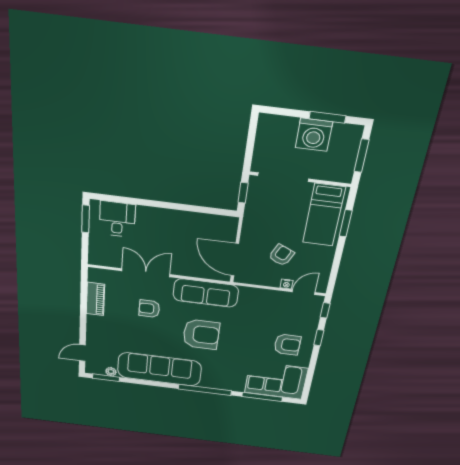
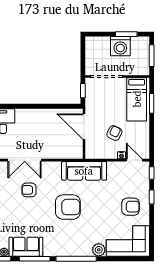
door: (235, 260) -> (84, 127), moved
double door: (146, 273) -> (25, 160), swing flipped
door: (304, 292) -> (134, 160), hinge flipped
sofa: (206, 293) -> (84, 171), moved
sofa: (159, 369) -> (26, 247), width x0.54, depth x0.79
plant: (236, 385) -> (99, 250), added
window: (262, 397) -> (35, 259), moved

